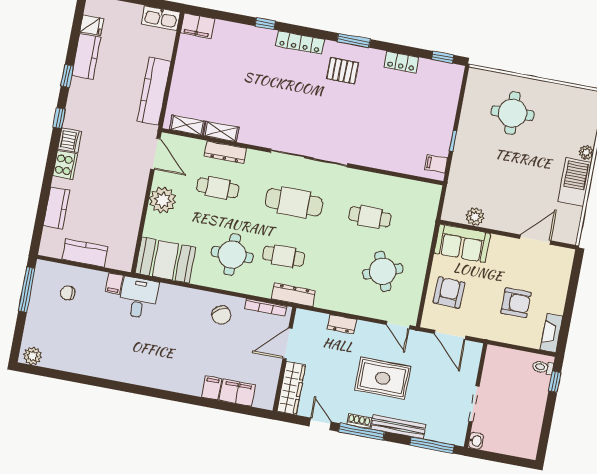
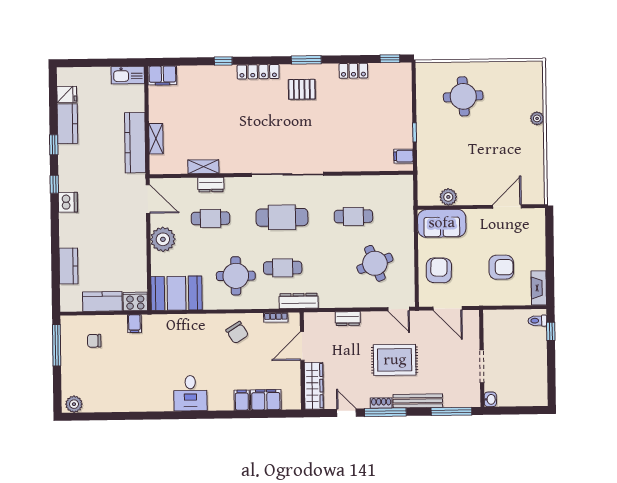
shelving: (187, 125) -> (156, 139), moved, turned 90
dresser: (225, 152) -> (211, 185), width x0.70
cooker: (65, 165) -> (135, 301), moved, turned -90
barbecue: (575, 182) -> (532, 147), removed
desk: (138, 298) -> (190, 393), moved, turned 180
bookcase: (266, 307) -> (276, 317), width x0.64

